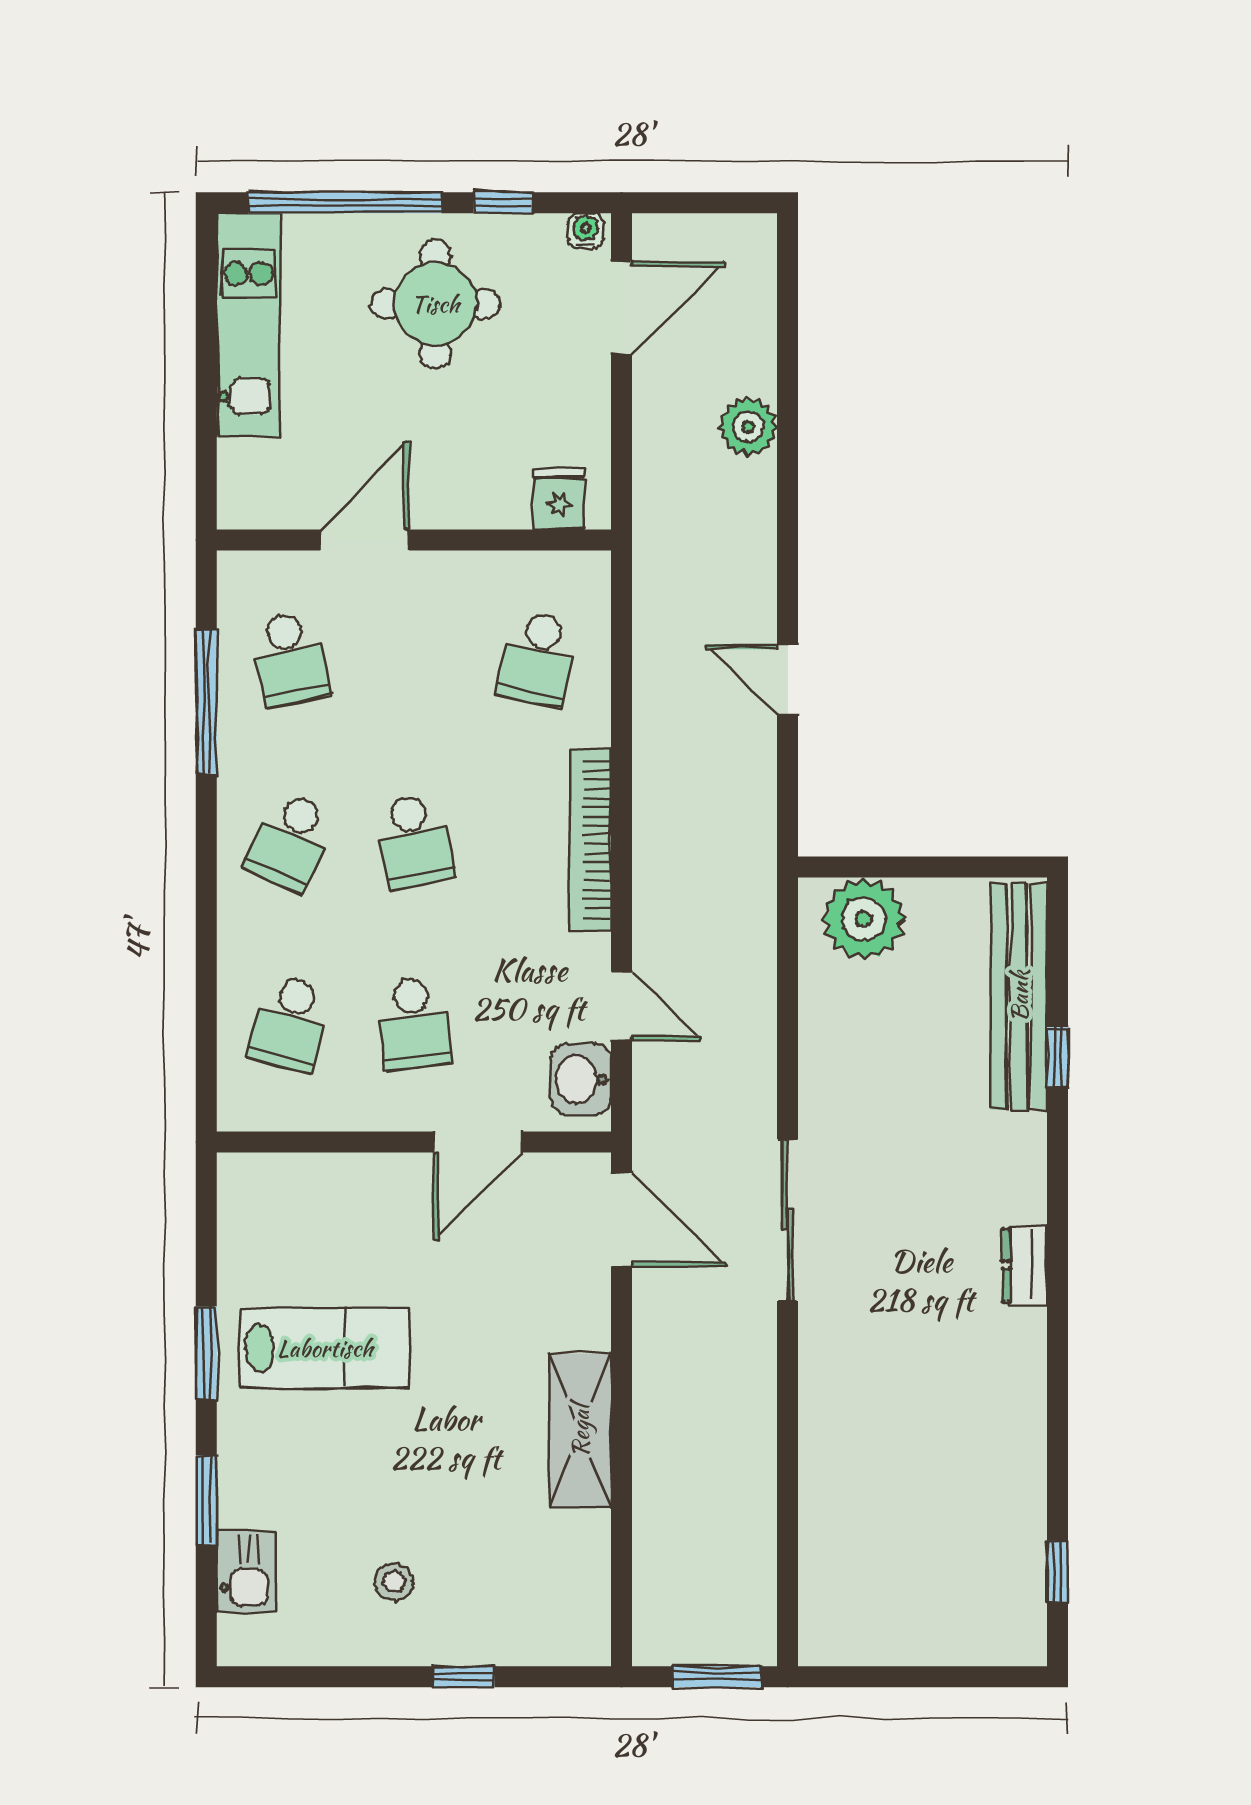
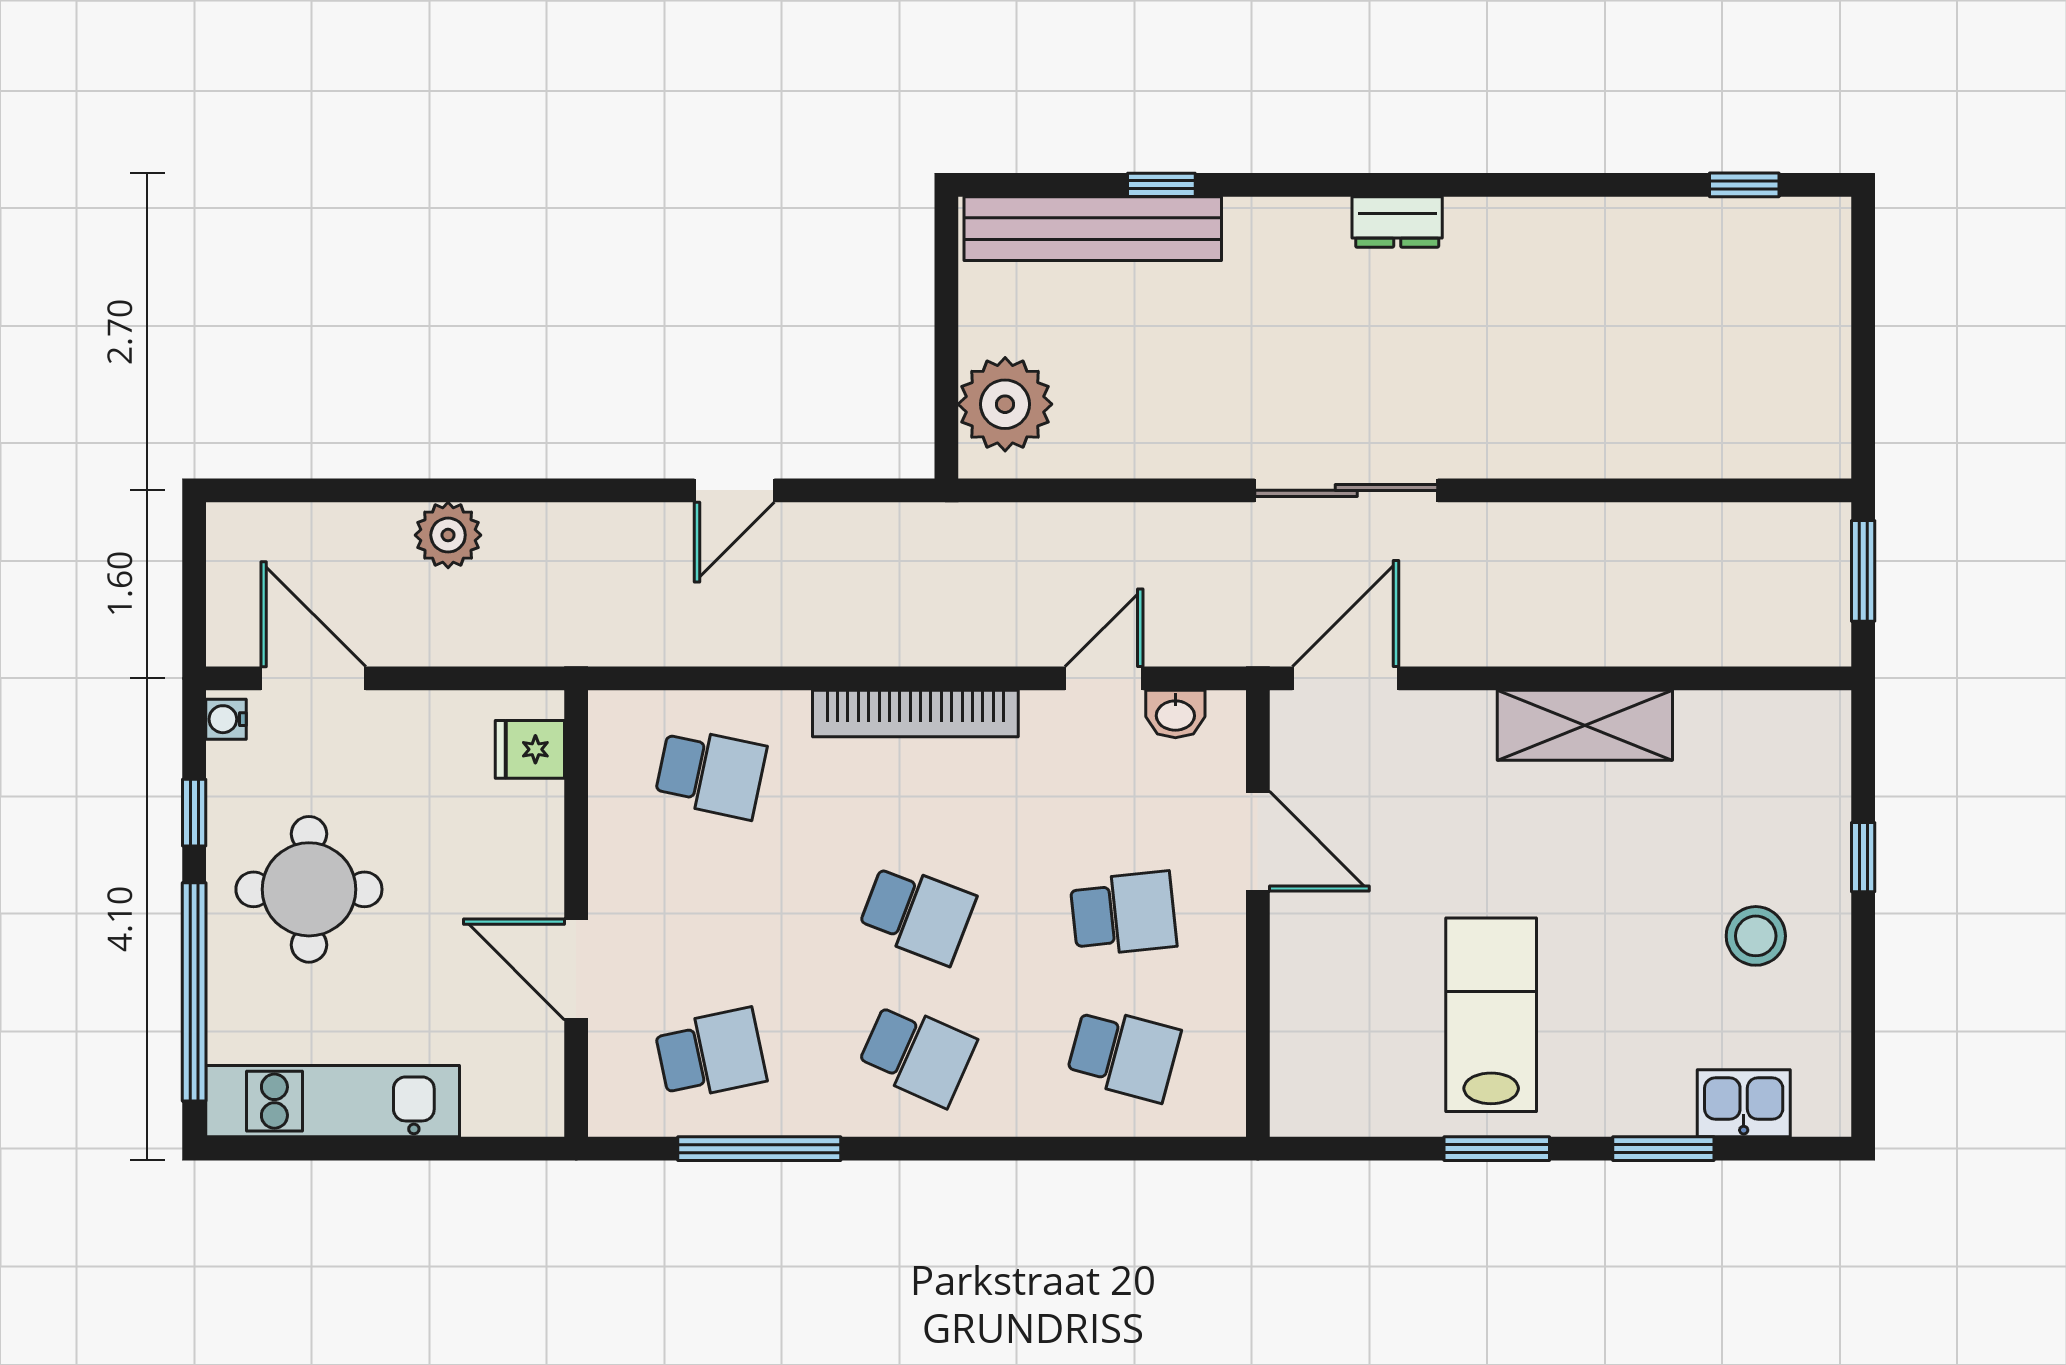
school desk: (414, 841) -> (917, 914), turned 33
washbasin: (581, 1079) -> (1175, 714), width x0.72, depth x0.69
stool: (394, 1582) -> (1756, 936), width x1.37, depth x1.37

